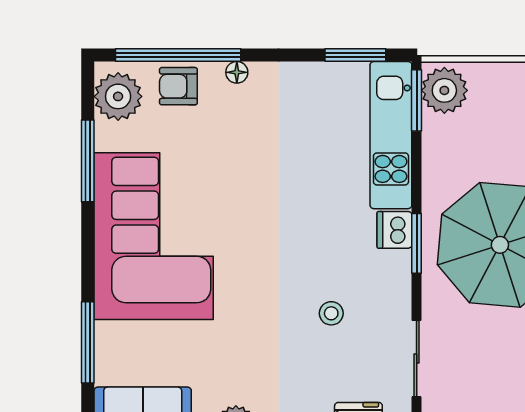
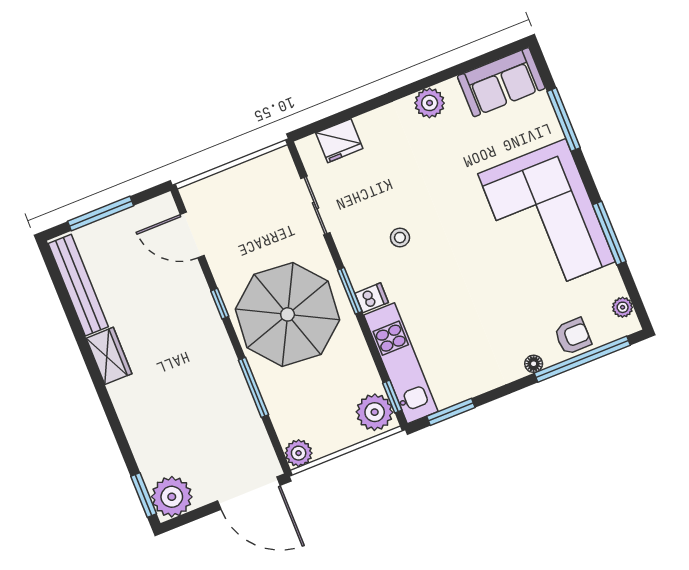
plant: (118, 96) -> (623, 307), width x0.53, depth x0.53
window: (417, 100) -> (392, 397), width x0.67
window: (88, 161) -> (609, 233), moved
dishwasher: (394, 230) -> (372, 298), width x0.73
stool: (331, 313) -> (400, 238), moved

